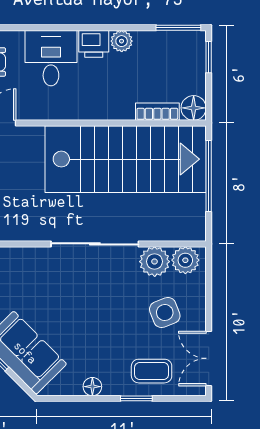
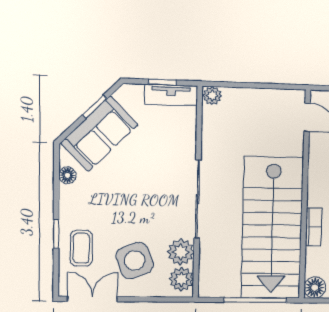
bookcase: (157, 112) -> (313, 227), moved
side table: (165, 313) -> (135, 261), width x1.37, depth x1.37
floor lamp: (92, 387) -> (67, 175), moved

